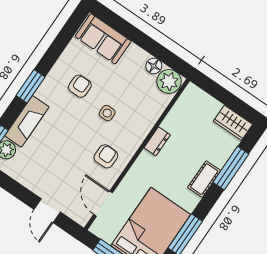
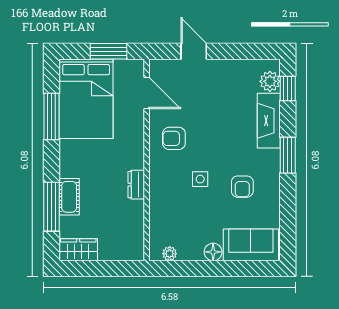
floor lamp: (154, 66) -> (213, 252), moved
plant: (169, 81) -> (170, 254), width x0.53, depth x0.53
armchair: (106, 156) -> (174, 138), turned 90
cot: (204, 179) -> (69, 197), moved

